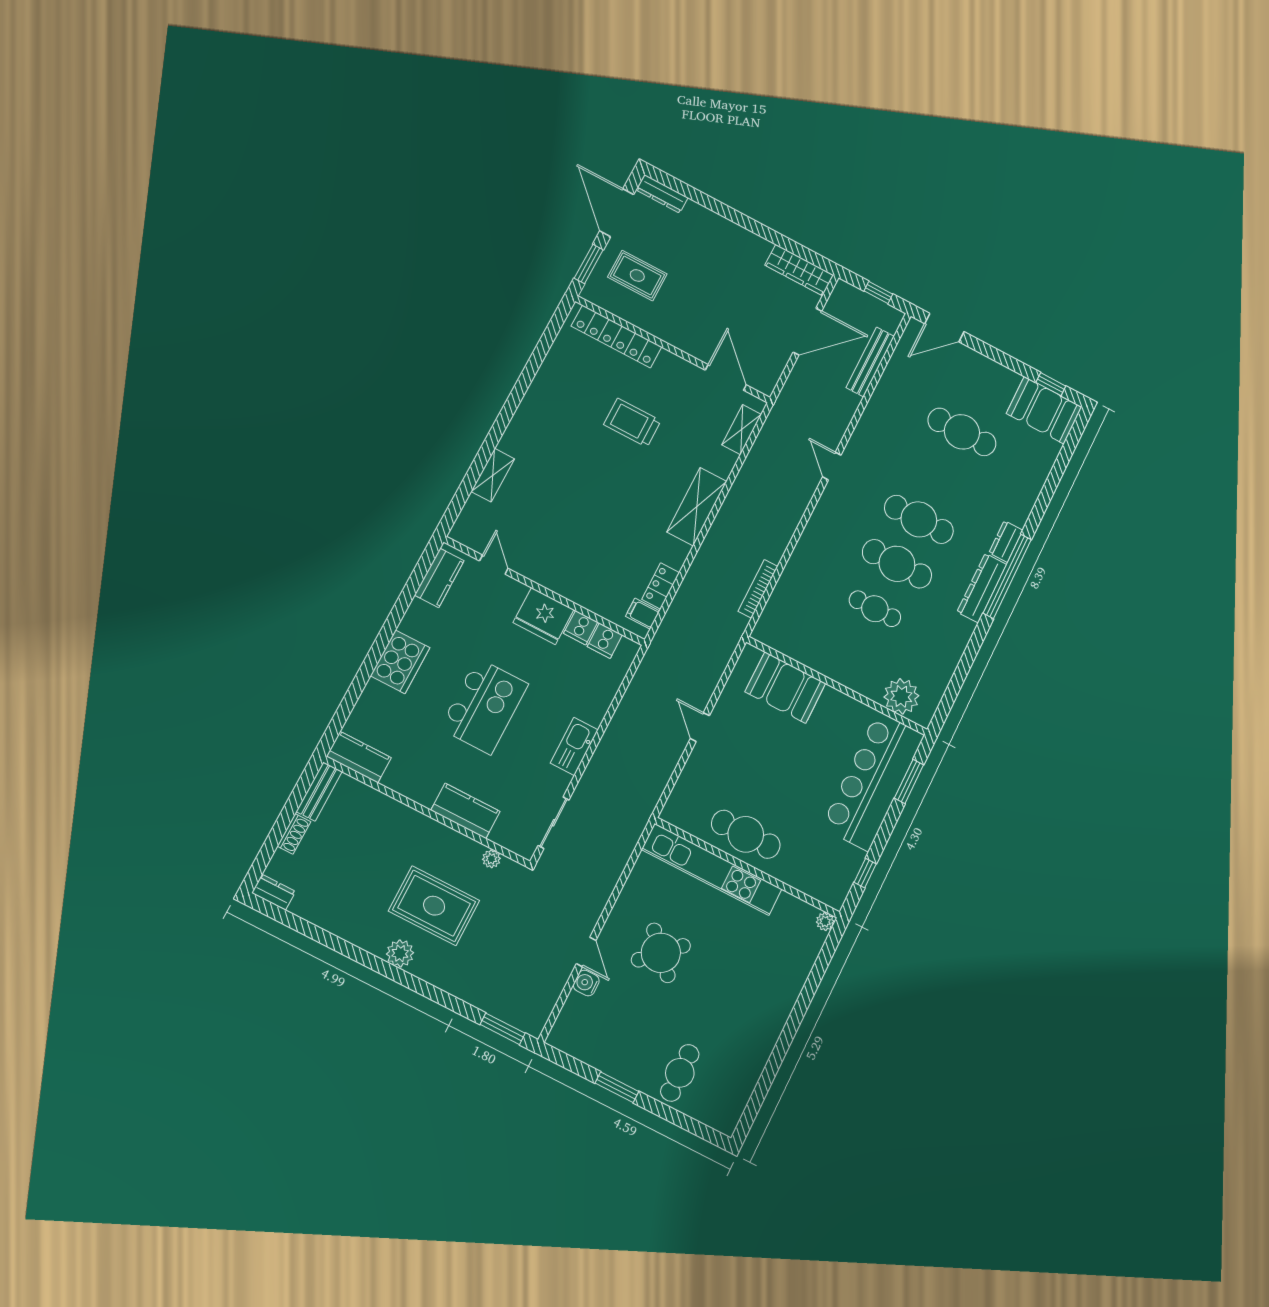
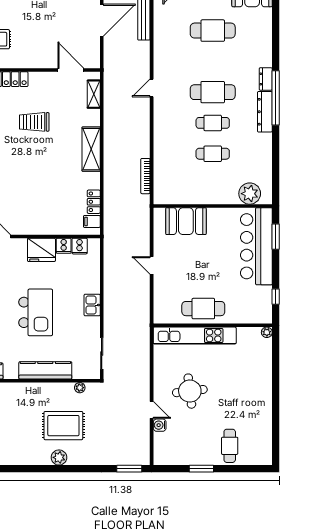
door: (832, 466) -> (152, 88), hinge flipped
cafe table: (897, 564) -> (213, 123), width x0.73, depth x0.74
kitchen sink: (574, 746) -> (92, 305), width x0.73
kitchen counter: (465, 811) -> (45, 370), width x1.50
round table: (661, 953) -> (190, 391), turned 37

